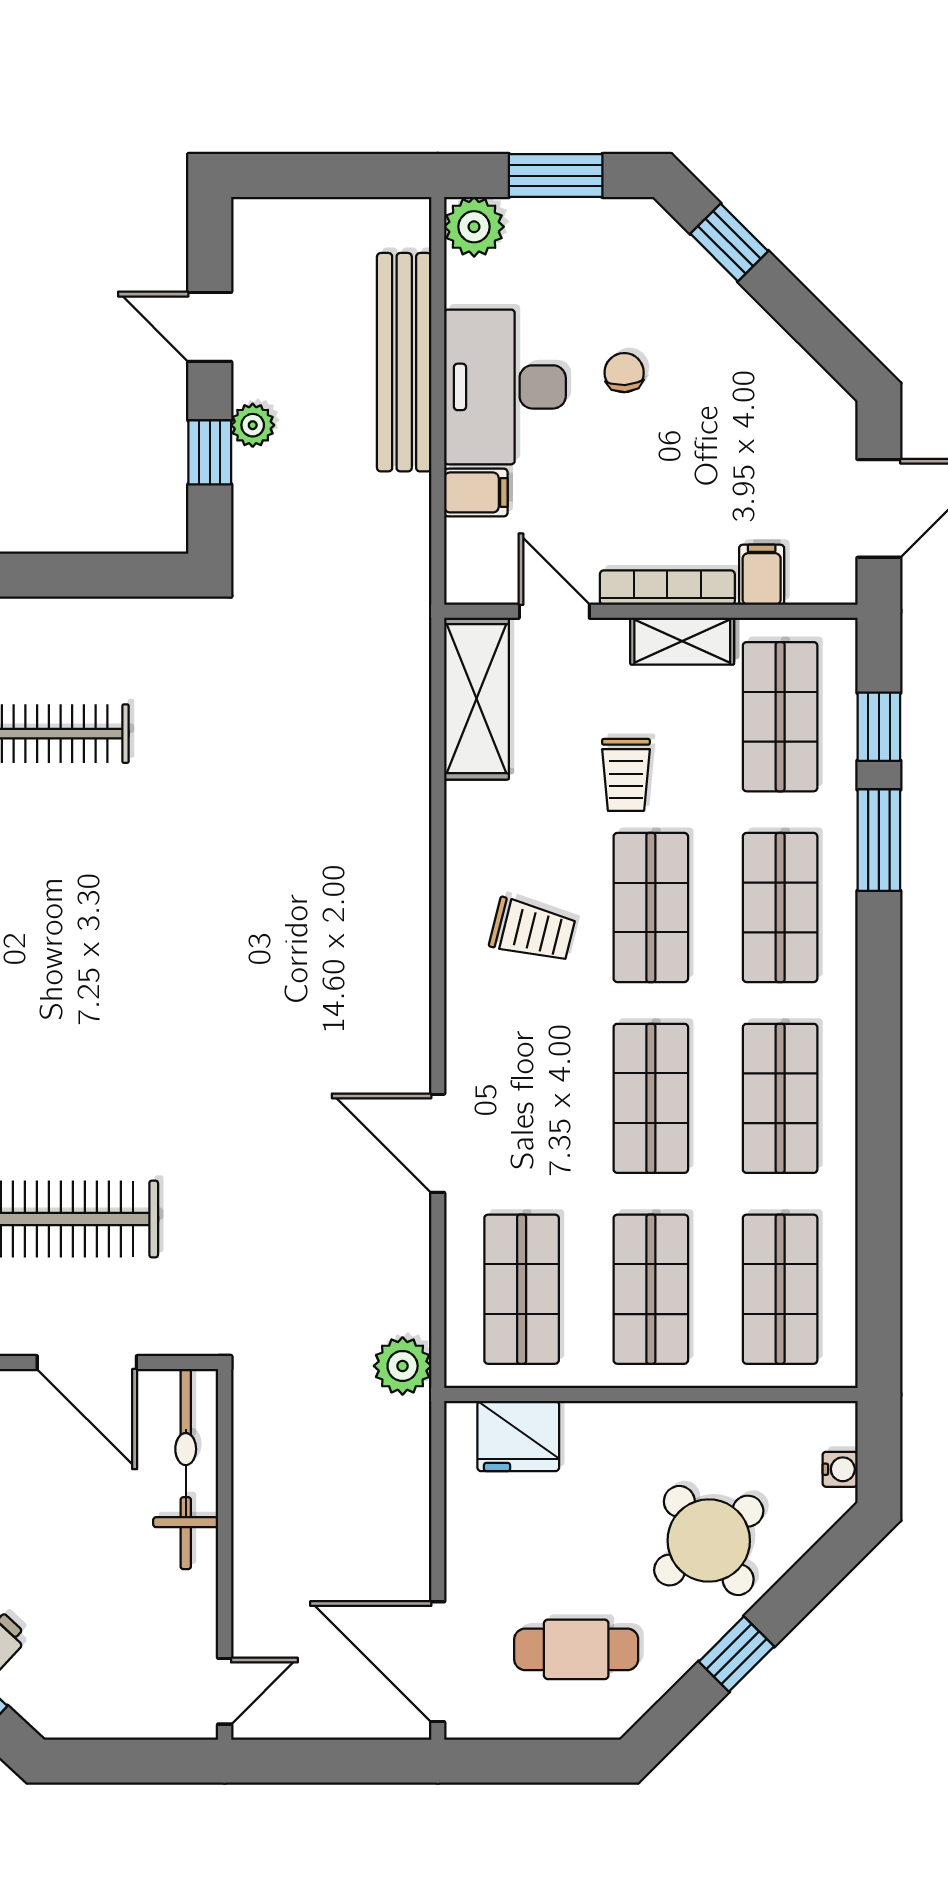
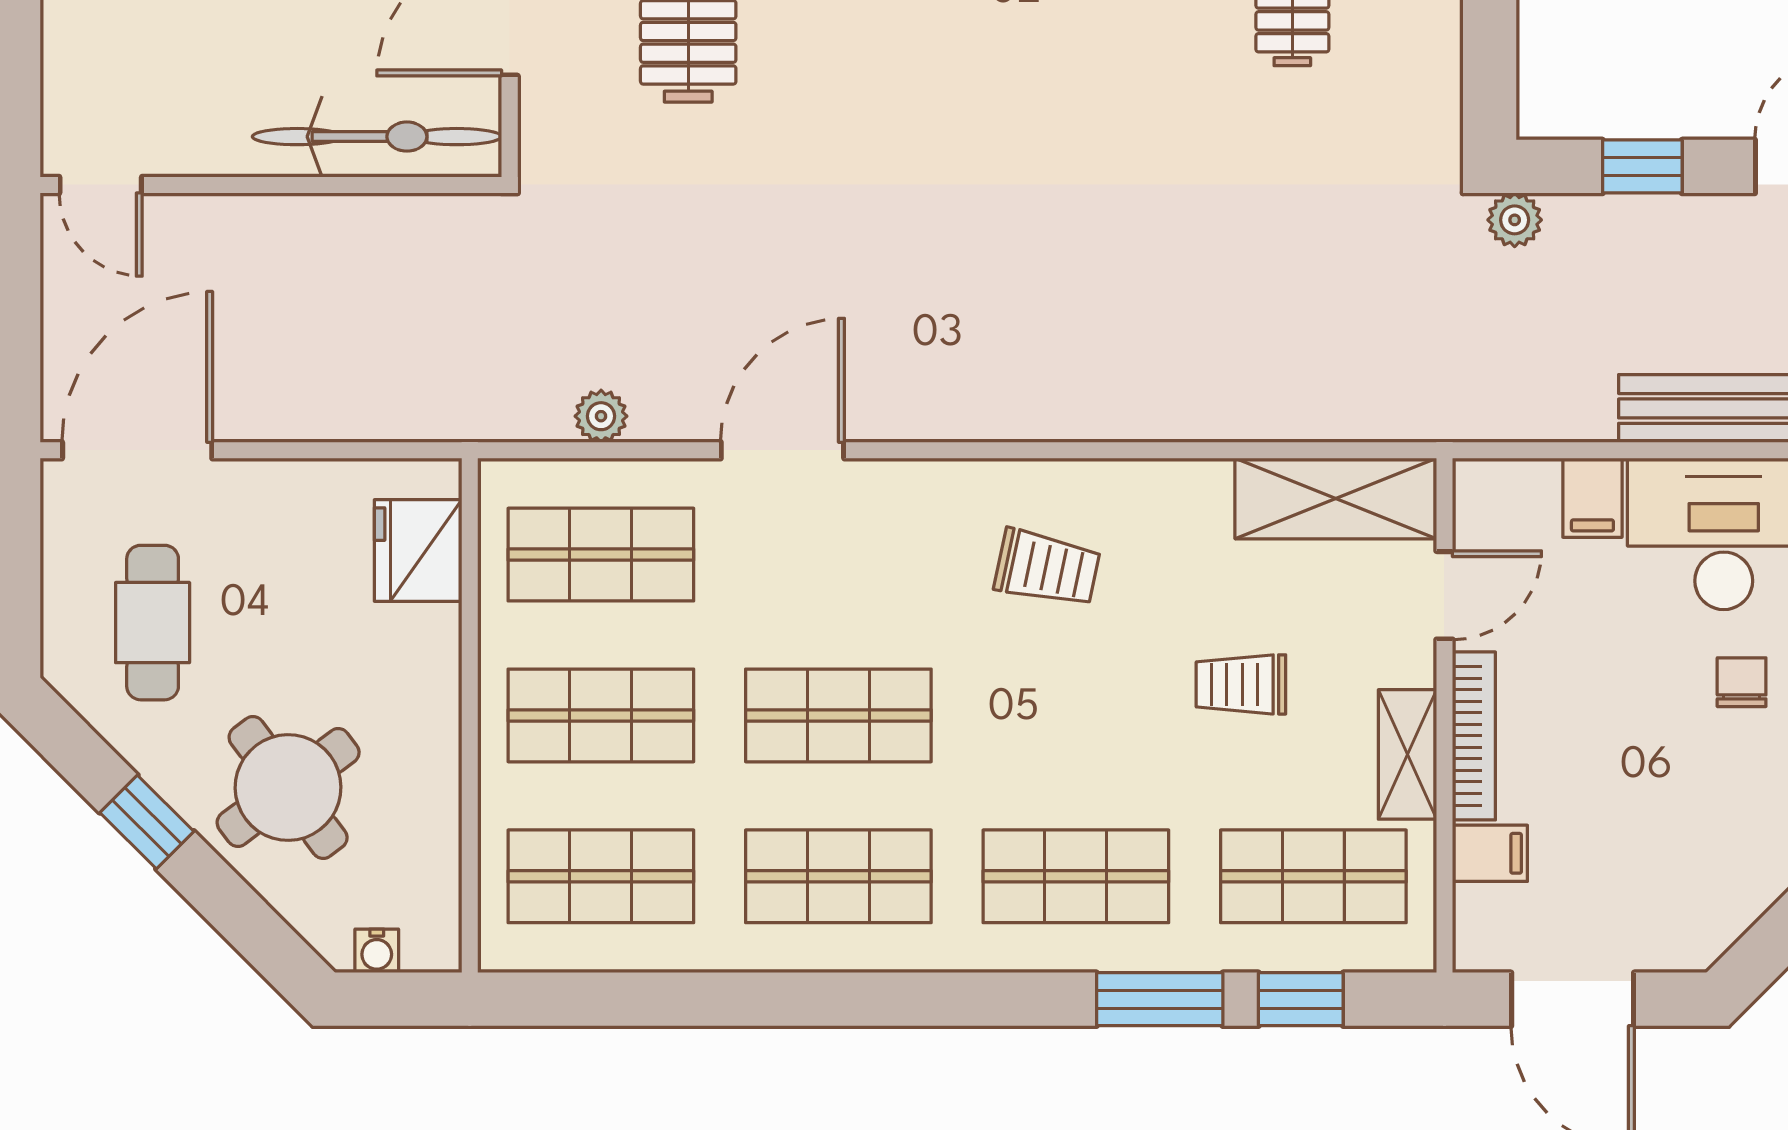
chair: (624, 373) -> (1742, 682), turned -87
plant: (253, 425) -> (1515, 220), moved
shop shelf: (651, 908) -> (1076, 715), removed
trolley: (532, 931) -> (1047, 568), turned -92
plant: (403, 1366) -> (601, 416), moved, width x0.73, depth x0.73

